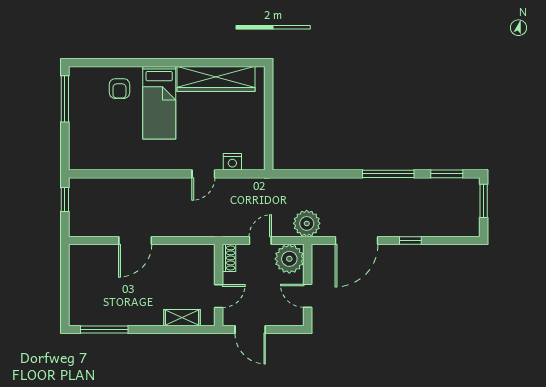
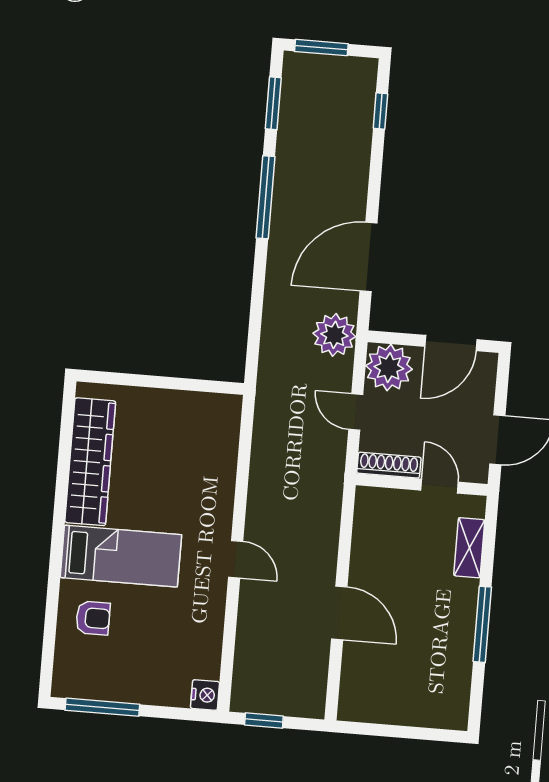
nightstand: (232, 162) -> (205, 695), moved
door: (203, 174) -> (236, 559), moved
door: (357, 241) -> (368, 257), swing flipped
window: (410, 241) -> (380, 111), moved
shoe rack: (229, 258) -> (389, 465), width x1.43
door: (308, 296) -> (451, 343), width x1.38
window: (104, 330) -> (482, 624), moved

